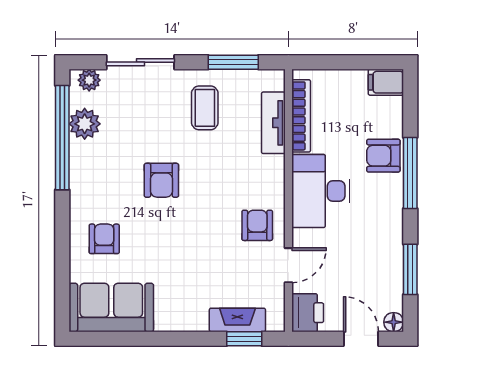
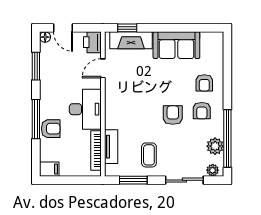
armchair: (257, 225) -> (202, 111), moved
sofa: (111, 307) -> (176, 45), moved
fireplace: (237, 320) -> (131, 40), width x1.37, depth x1.32

